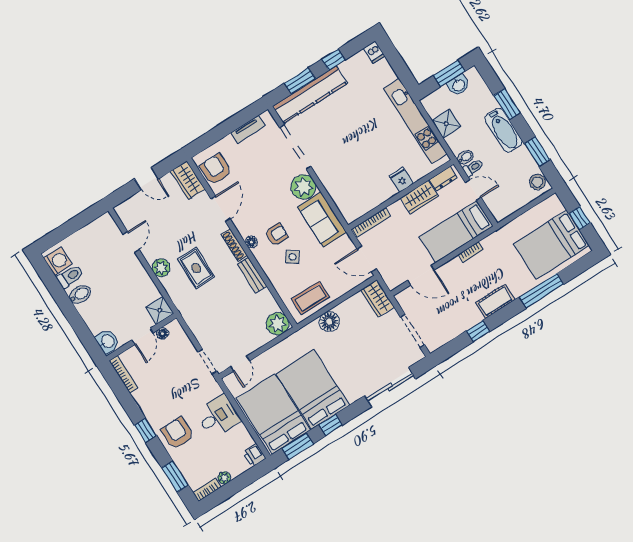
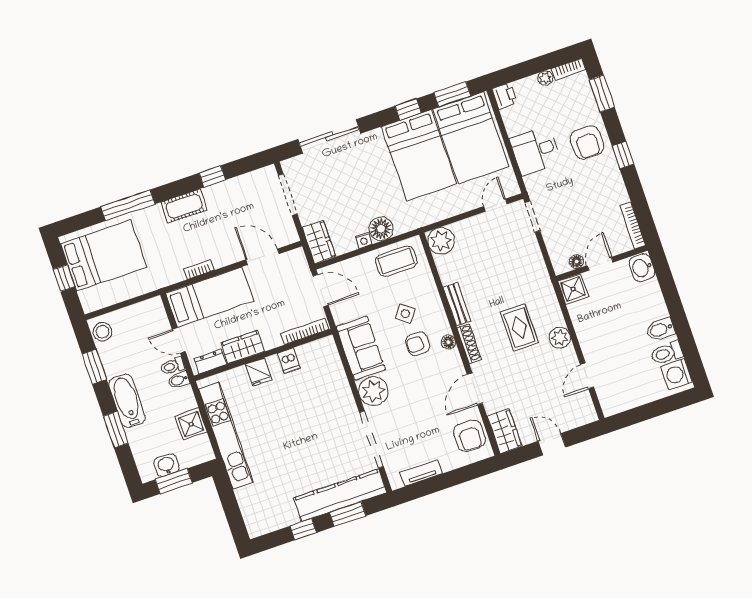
dishwasher: (374, 52) -> (289, 361), moved, turned 180
nightstand: (341, 309) -> (364, 240), added

